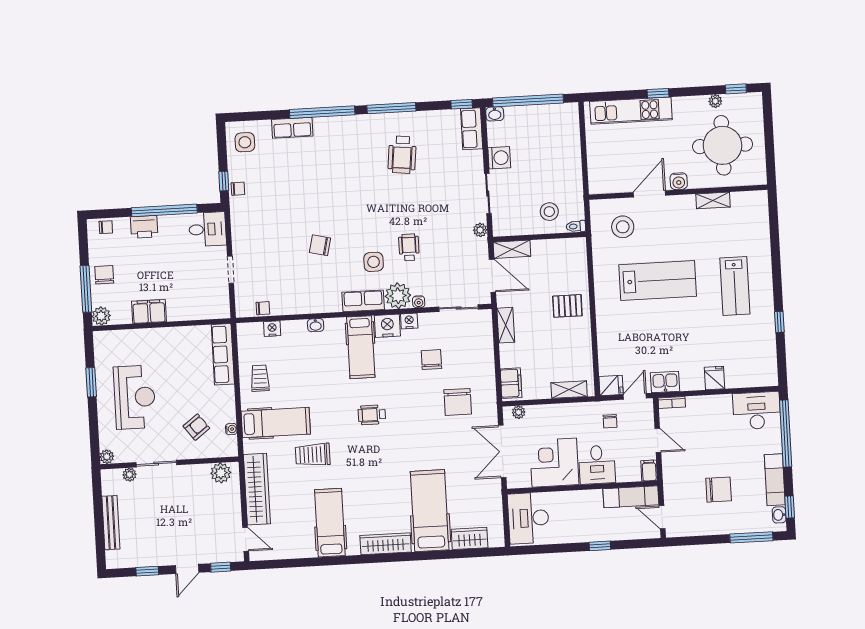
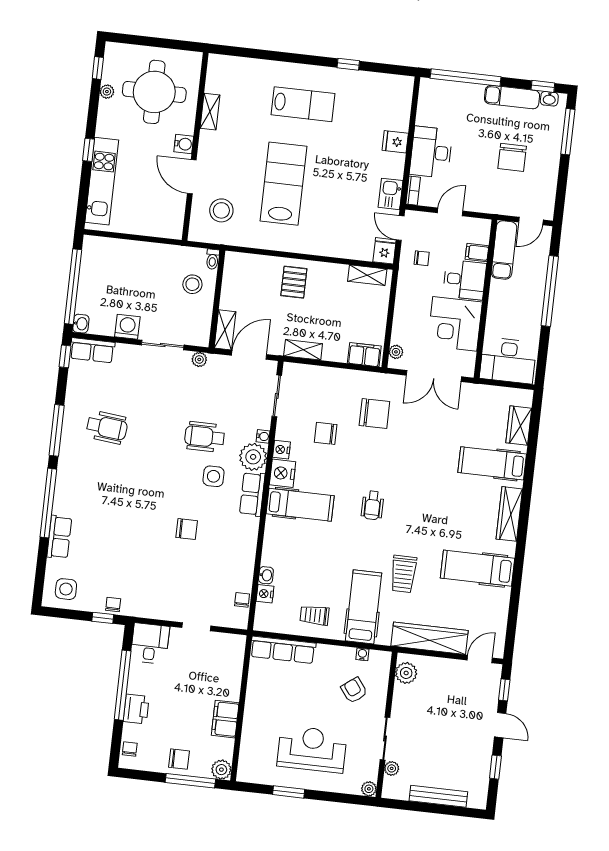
chair: (320, 245) -> (187, 529), turned -103
wheelchair: (409, 247) -> (205, 437), width x1.36, depth x1.37
chair: (104, 275) -> (179, 759), turned 180
washbasin: (316, 325) -> (266, 575), moved
shelving: (569, 390) -> (367, 275), moved, turned 90
desk: (757, 411) -> (431, 152), moved
filing cabinet: (649, 470) -> (477, 253), moved
chair: (719, 490) -> (512, 157), turned 180
hospital bed: (430, 511) -> (492, 463), width x0.73, depth x0.78
window: (600, 546) -> (550, 291), width x3.17

